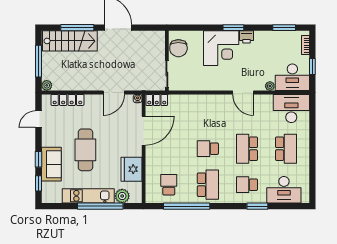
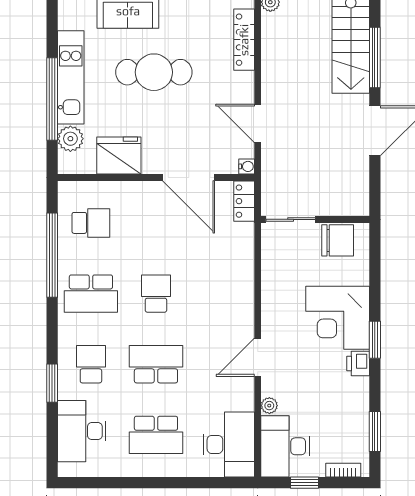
chair: (178, 48) -> (338, 240), turned 180

